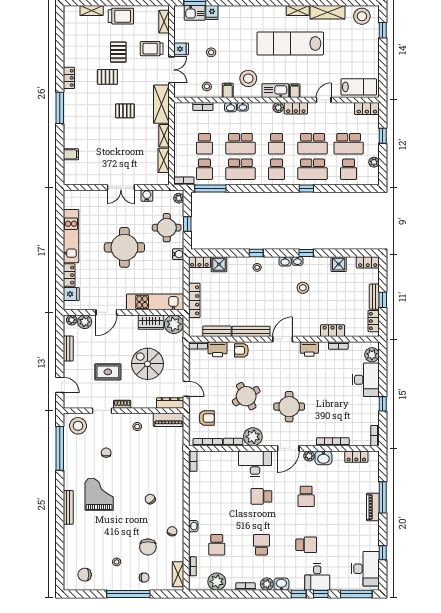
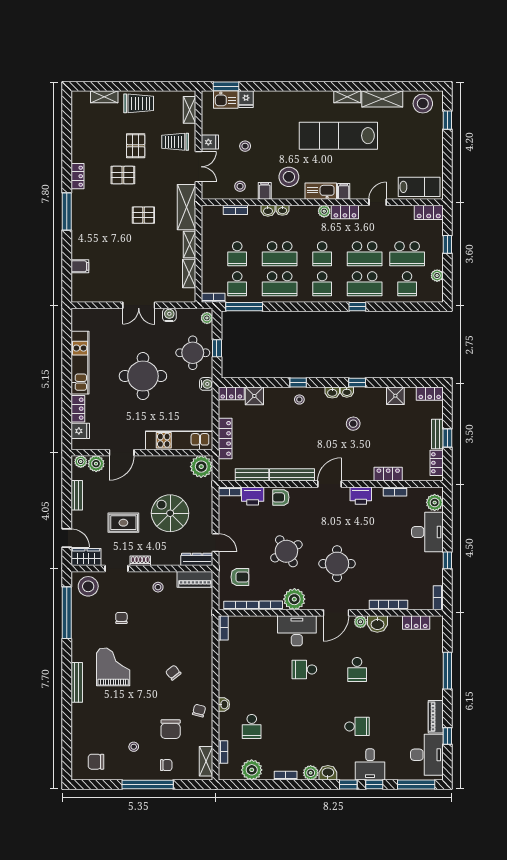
wardrobe: (151, 322) -> (86, 557), moved, turned 180
piano: (373, 507) -> (436, 717), moved
school desk: (261, 545) -> (304, 726), removed

